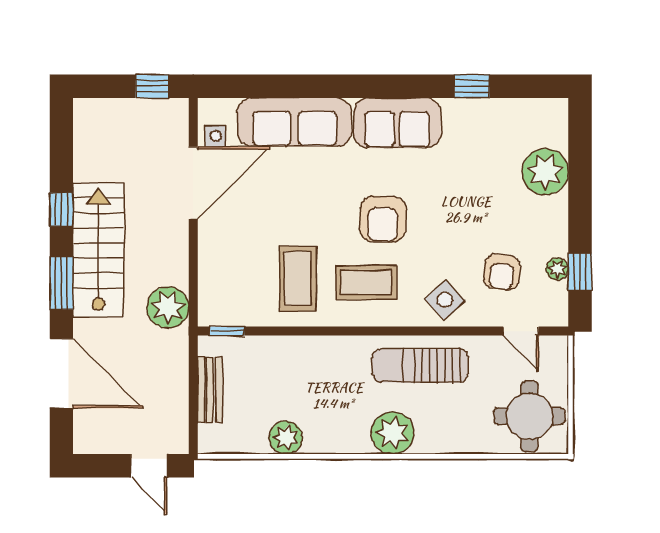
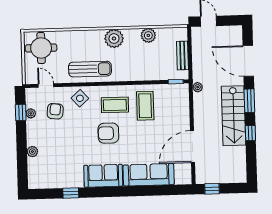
side table: (216, 136) -> (183, 168), removed
plant: (545, 172) -> (32, 152), width x0.53, depth x0.53
armchair: (383, 219) -> (108, 133), turned -92
plant: (168, 307) -> (198, 87), width x0.53, depth x0.53
plant: (393, 433) -> (114, 38), moved

